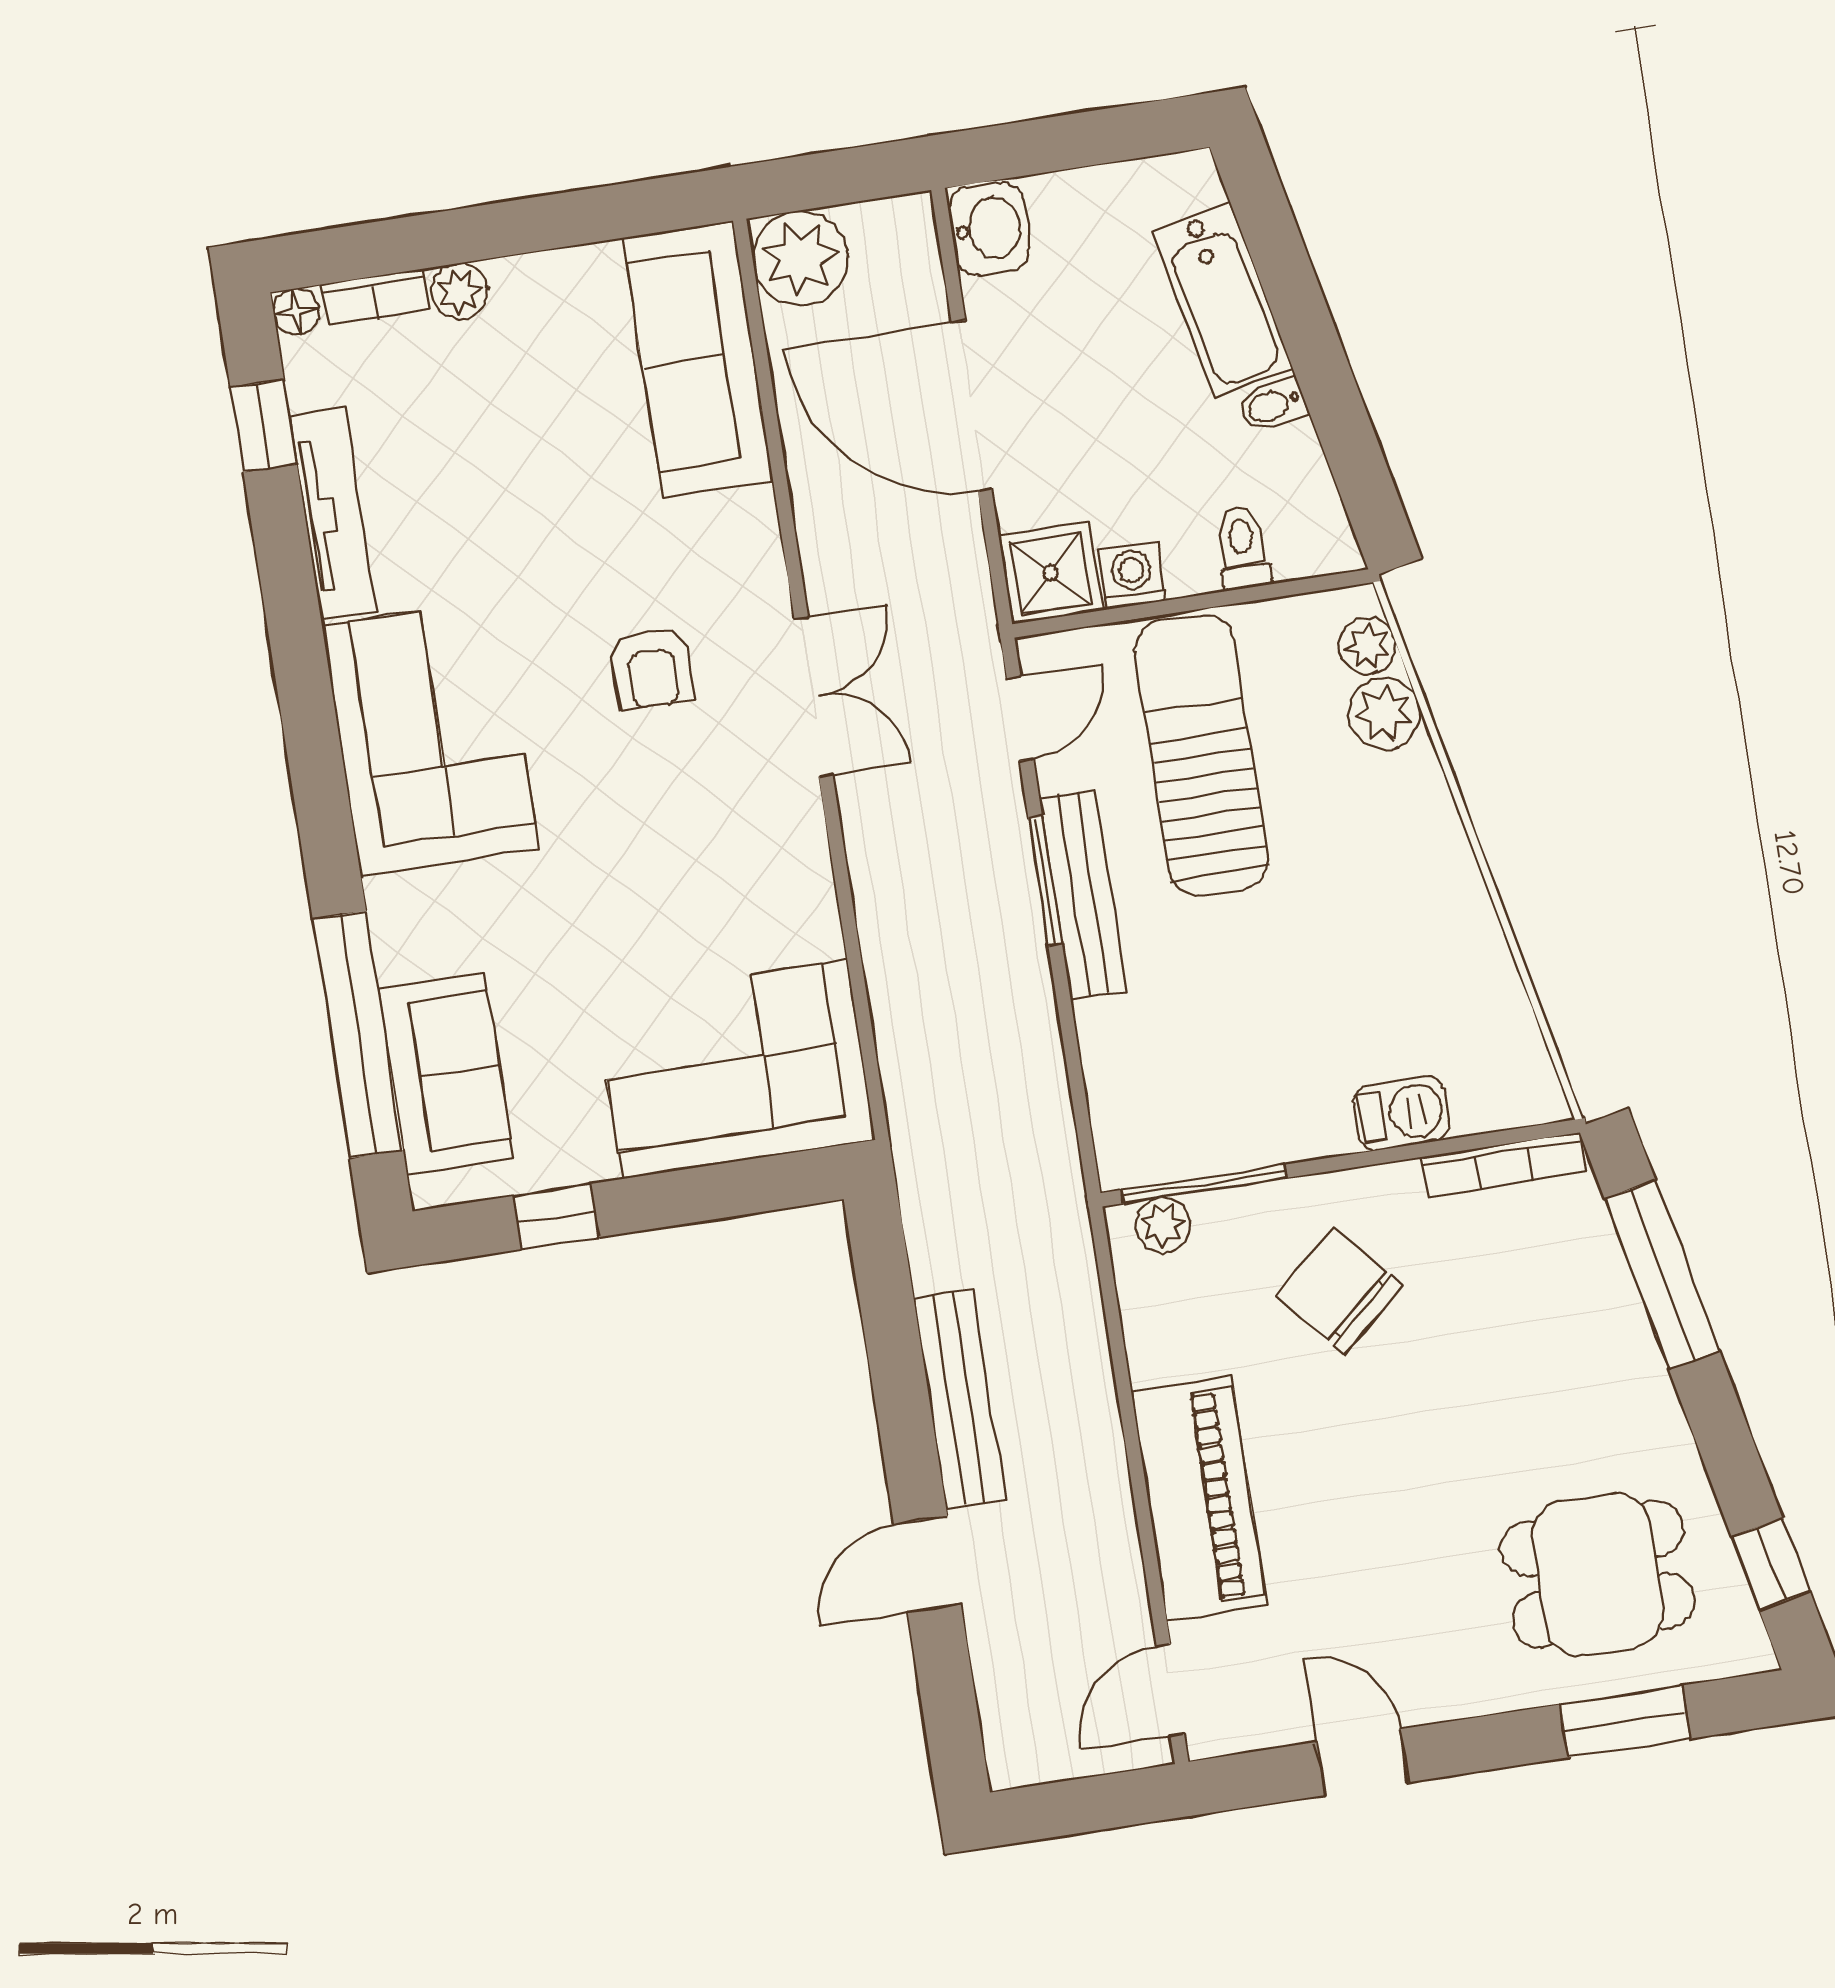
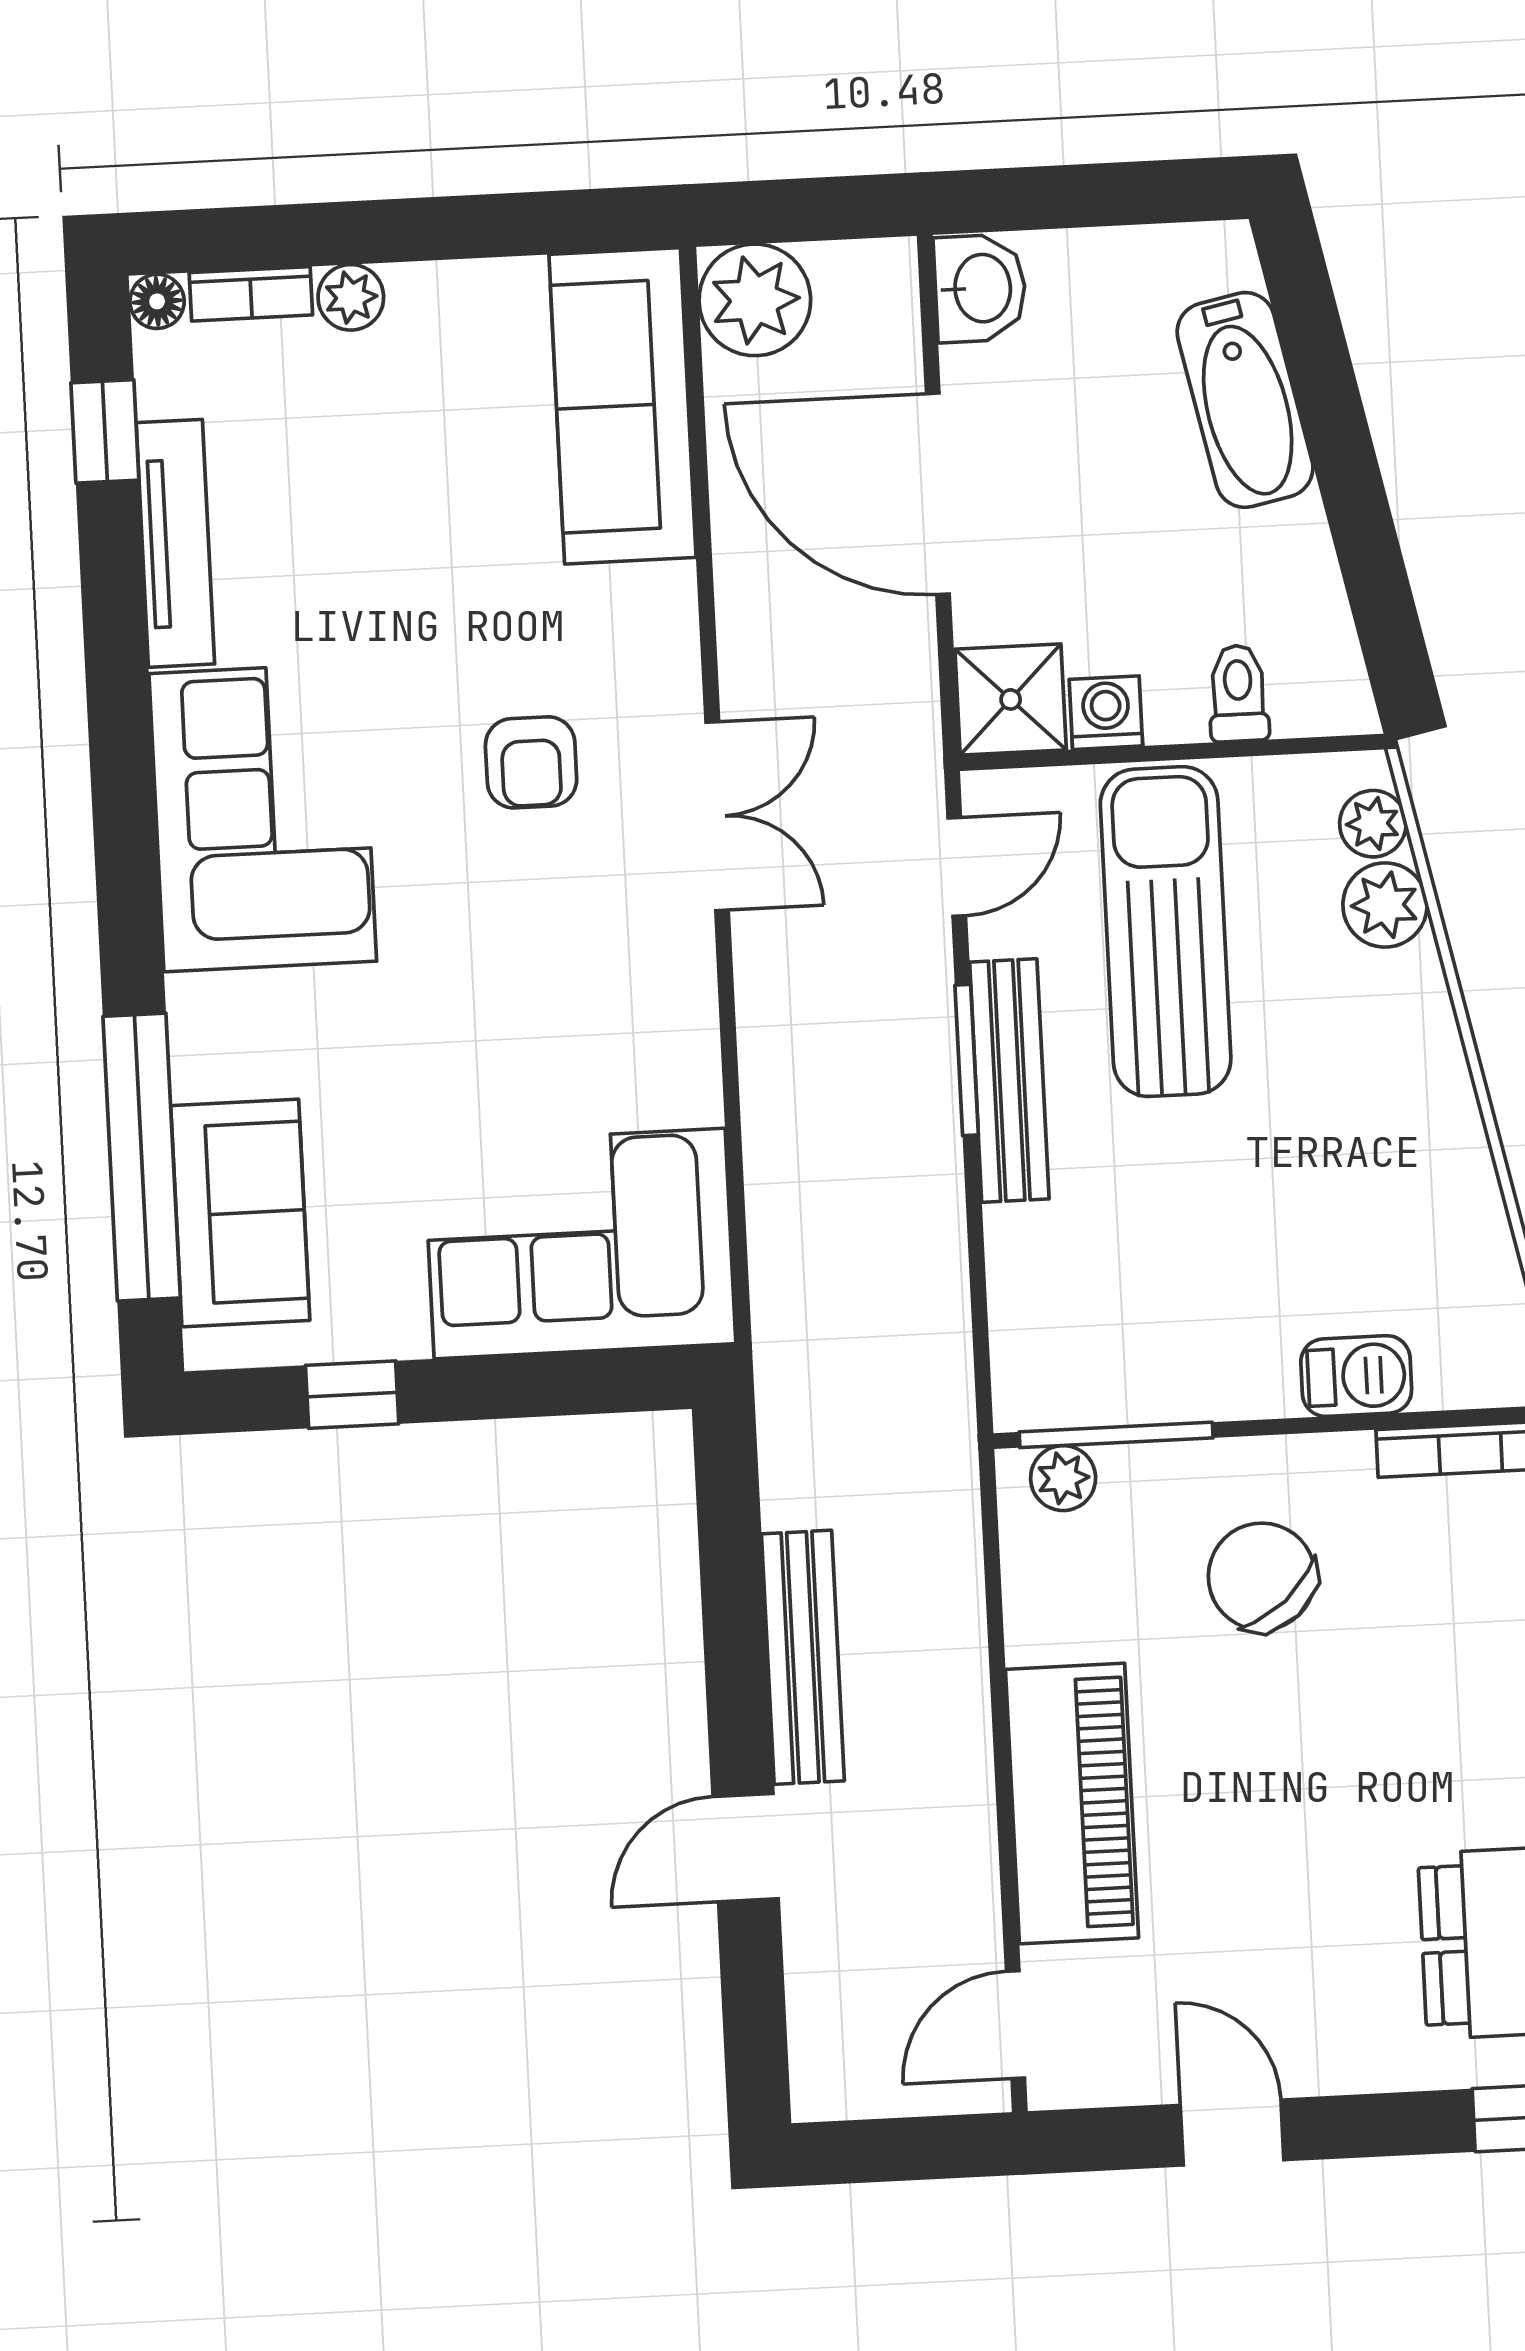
bidet: (1272, 405) -> (1291, 529), removed

